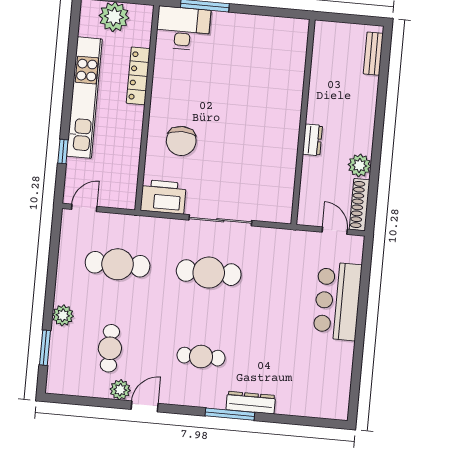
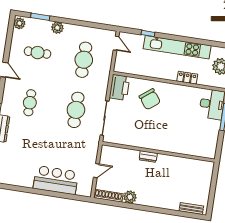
locker: (138, 76) -> (187, 78), width x0.66
wall: (303, 122) -> (158, 152), moved
dresser: (312, 140) -> (148, 156), moved
chair: (181, 141) -> (150, 99), turned -128
door: (335, 231) -> (96, 171), moved
plant: (120, 390) -> (19, 23), moved

